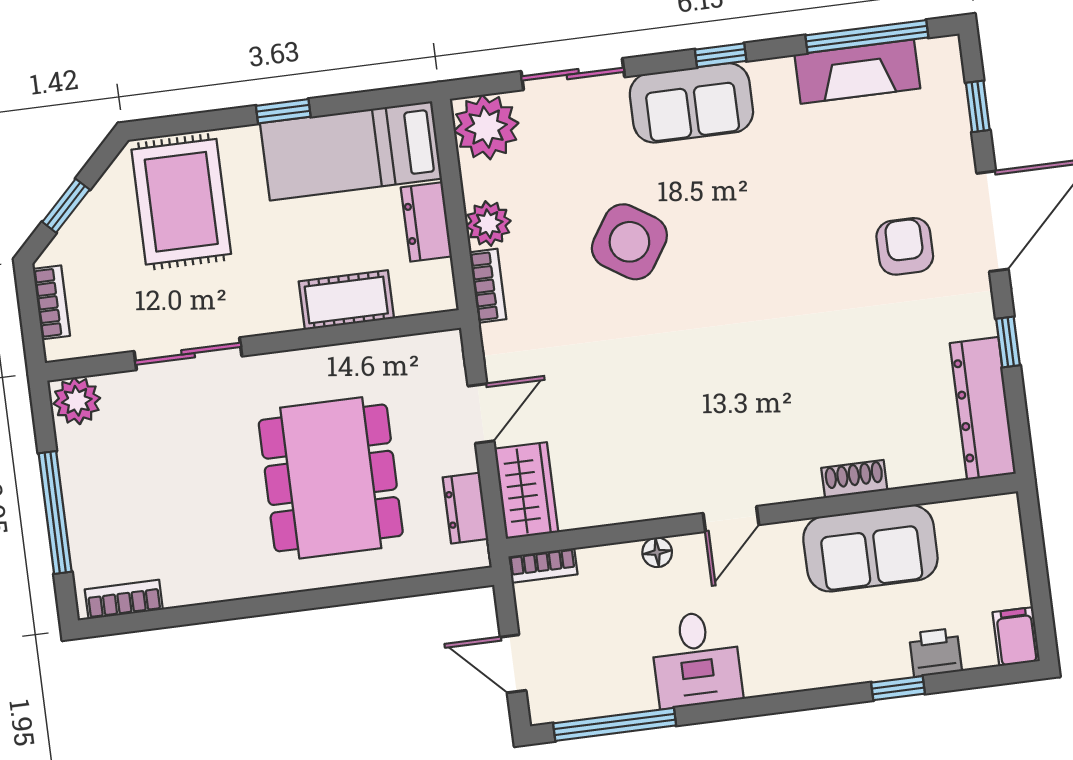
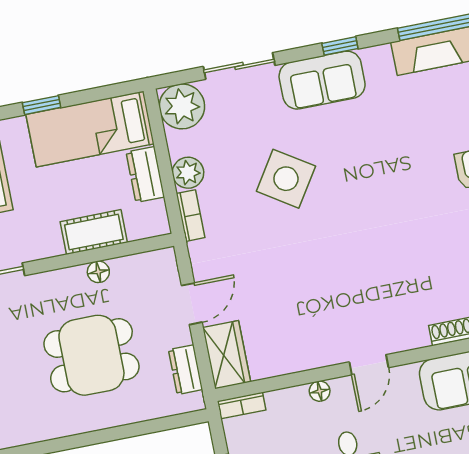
floor lamp: (349, 358) -> (98, 272), added
dining table: (331, 478) -> (91, 355), width x0.73

